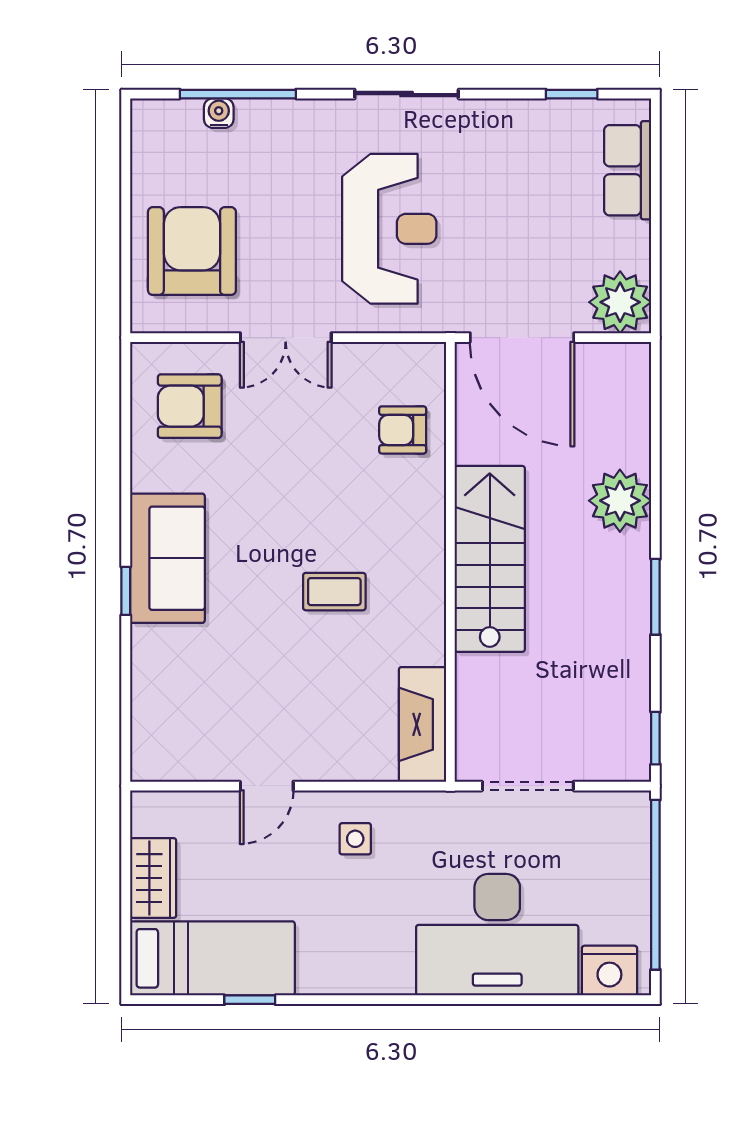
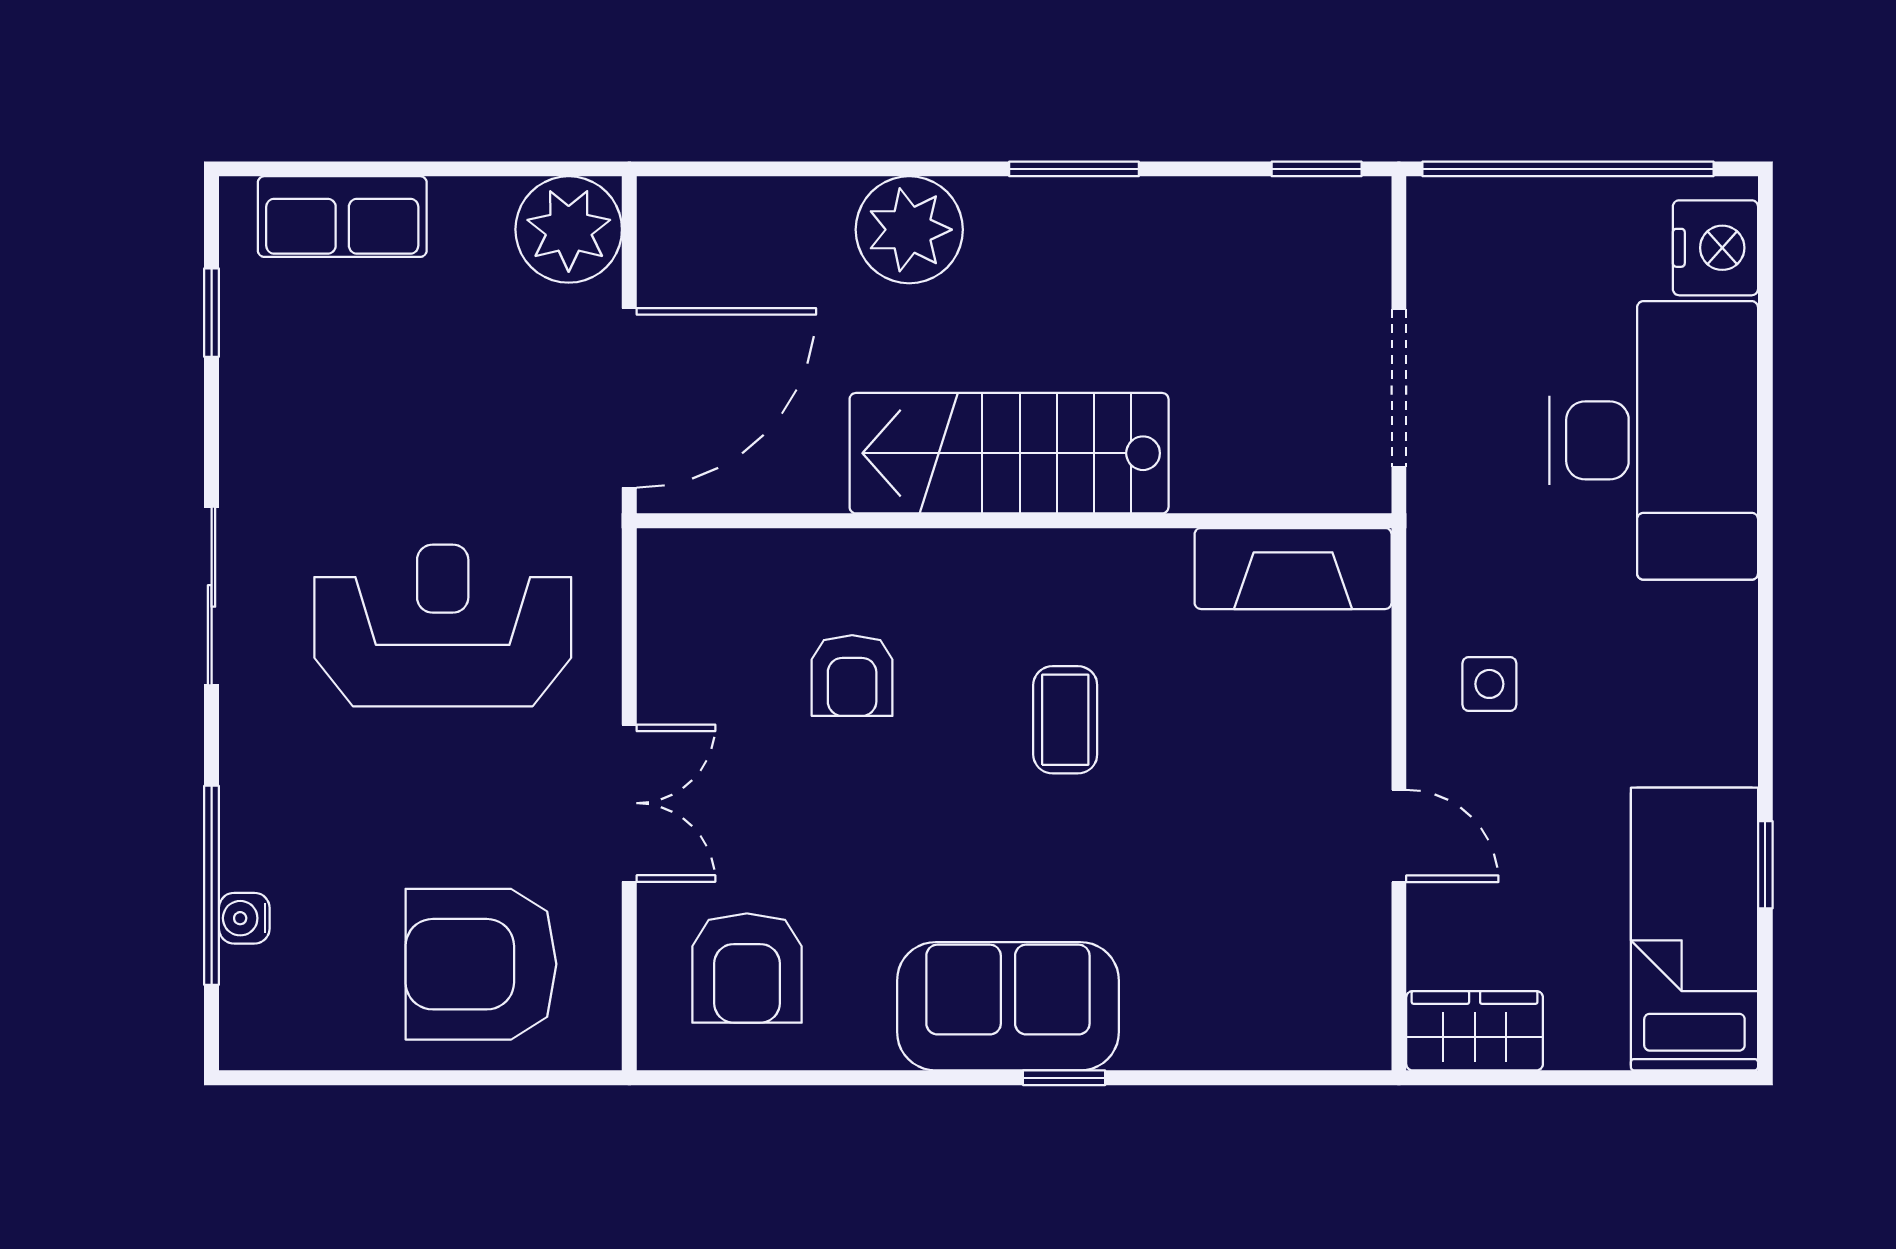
armchair: (403, 430) -> (852, 676), moved
wardrobe: (153, 878) -> (1475, 1031), moved

